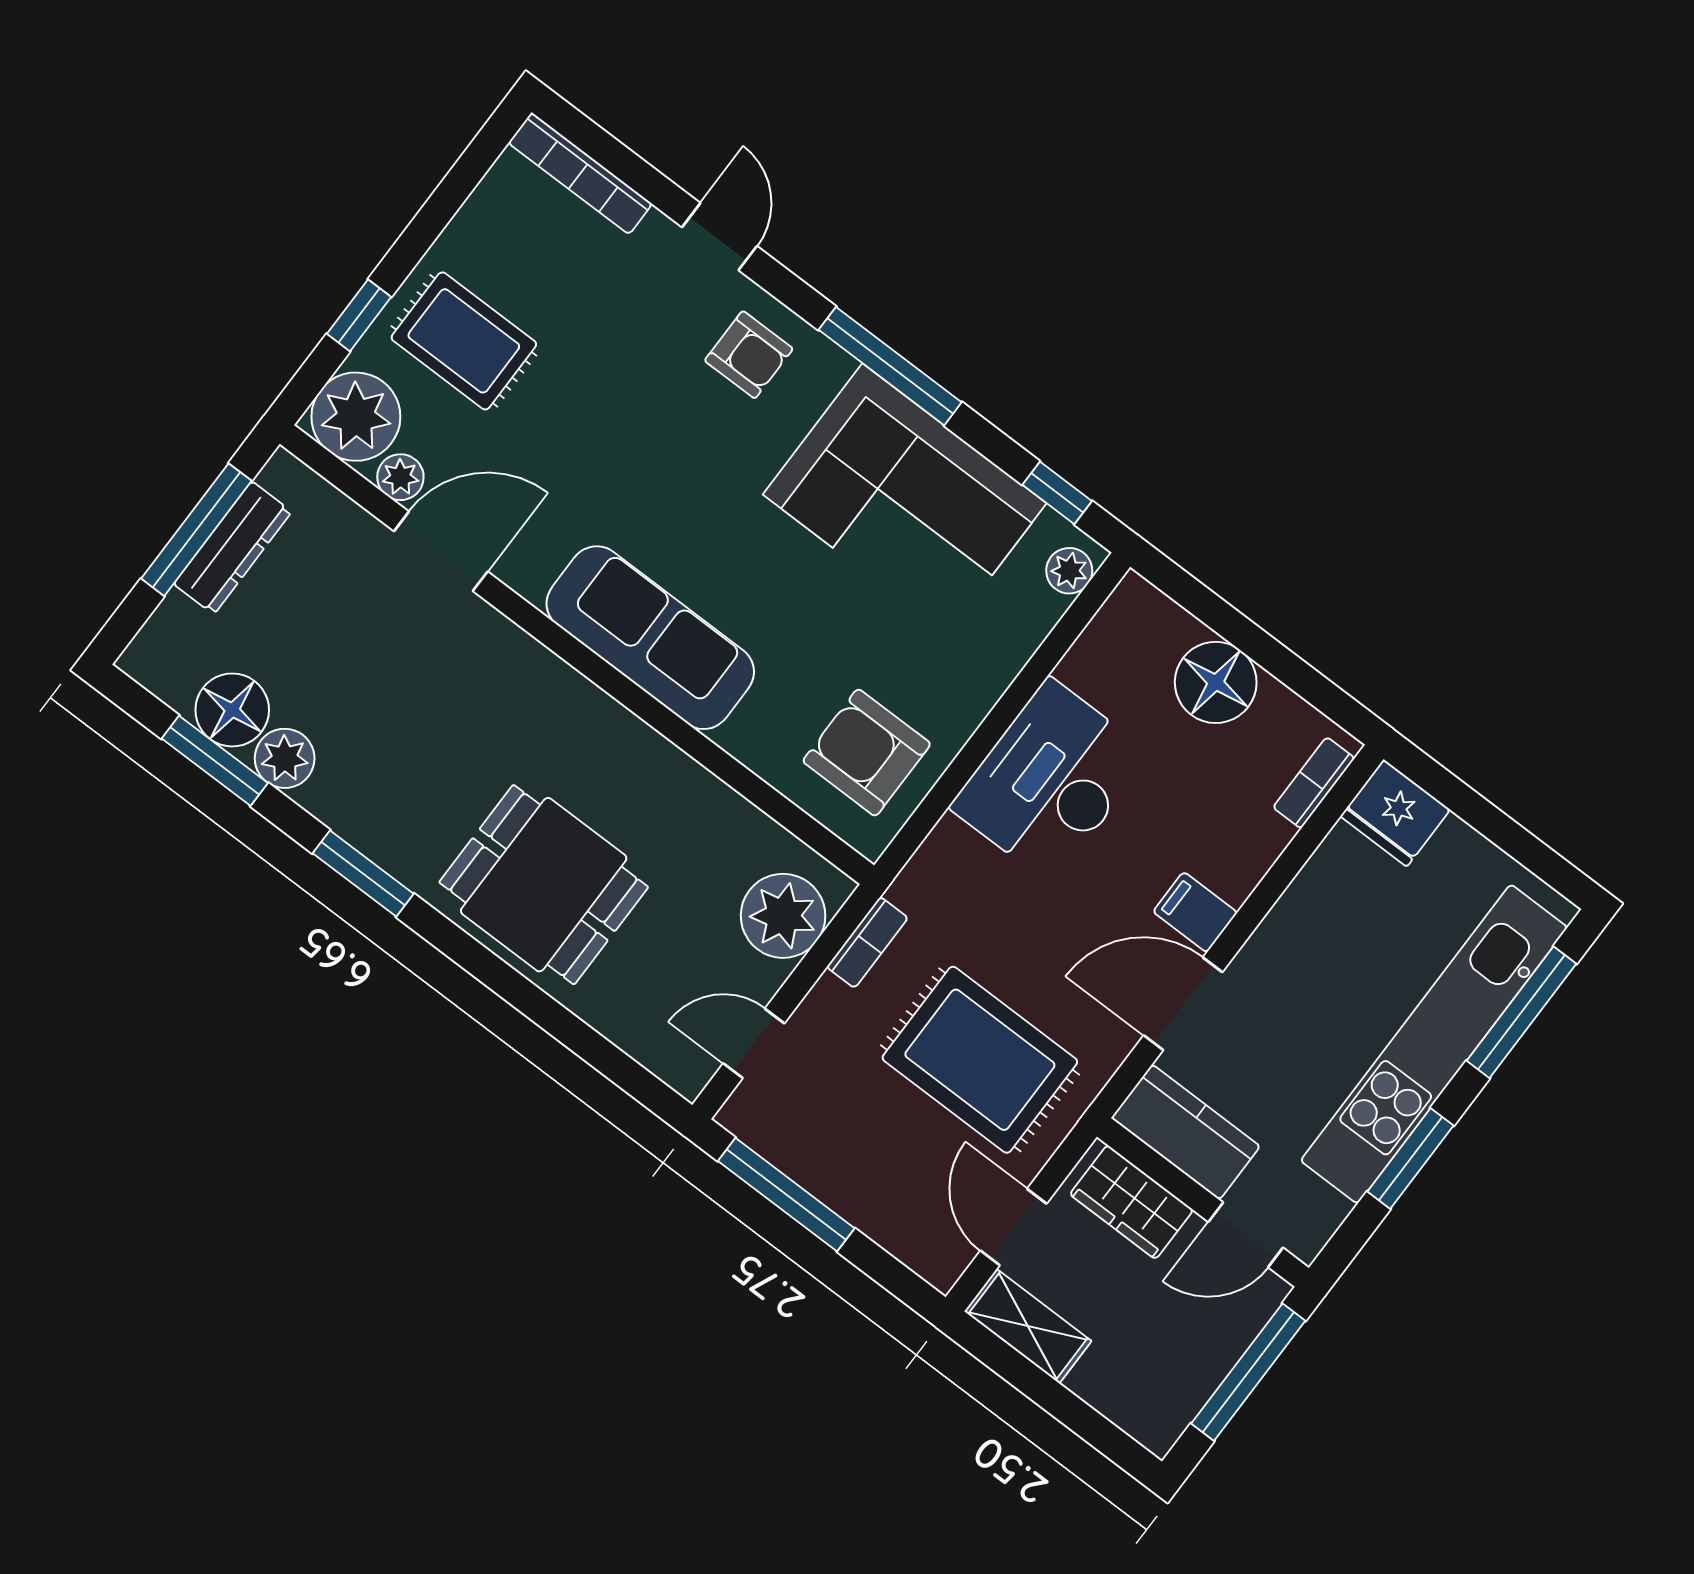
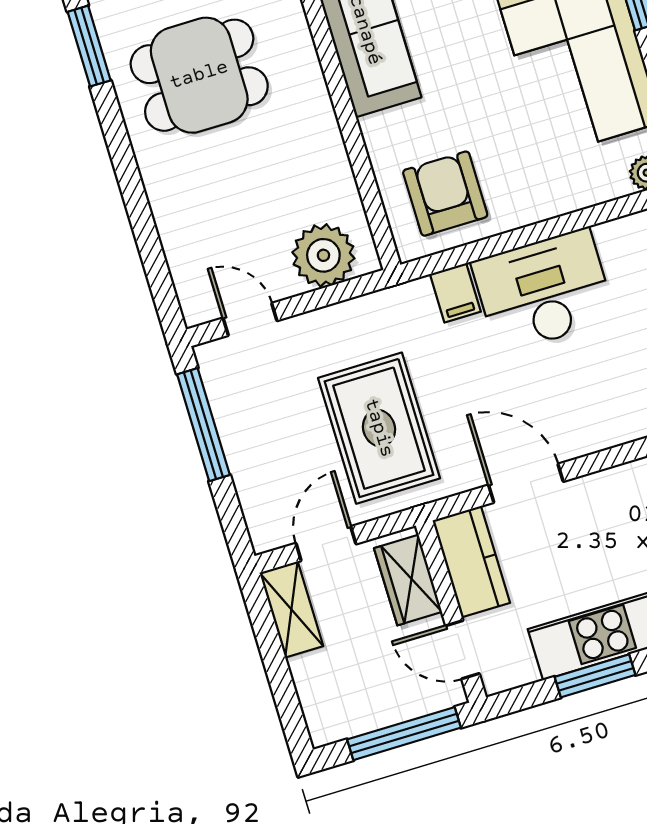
dining table: (544, 885) -> (199, 75), moved, turned 90
filing cabinet: (1195, 912) -> (455, 293), moved, turned 180
bookcase: (867, 942) -> (363, 308), removed

